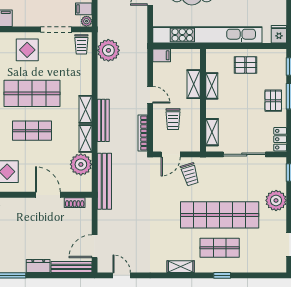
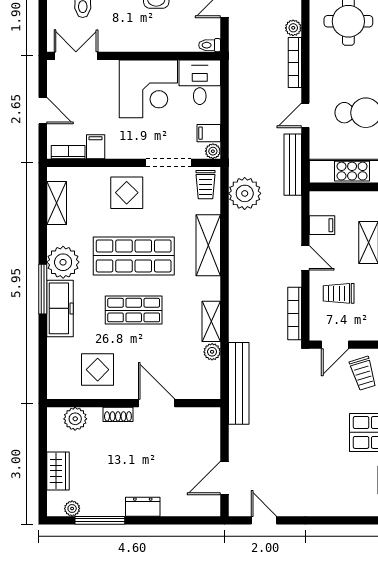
filing cabinet: (162, 55) -> (322, 225), moved
shelving: (85, 109) -> (208, 245), moved, width x1.50, depth x1.33
trolley: (173, 119) -> (339, 293), turned 90
bench: (103, 120) -> (293, 165), moved
plant: (81, 164) -> (212, 352), width x0.53, depth x0.53
shoe rack: (75, 203) -> (118, 414), moved
bench: (71, 267) -> (191, 508), removed
shelving: (181, 267) -> (350, 508), removed

